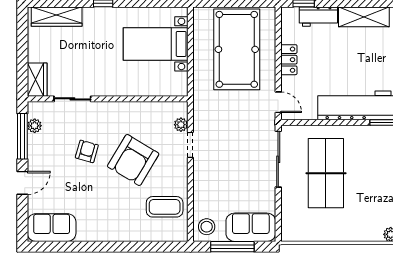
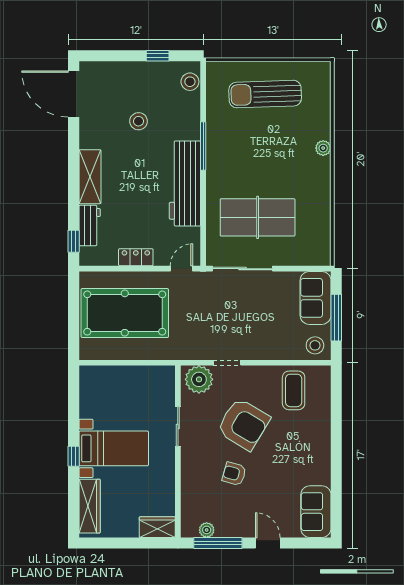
bed with nightstands: (156, 44) -> (114, 448), moved, turned -90
sliding door: (72, 99) -> (178, 427), moved
plant: (181, 125) -> (199, 379), width x1.88, depth x1.88

